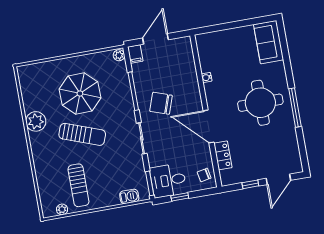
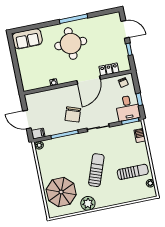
parasol: (80, 94) -> (61, 192), moved

